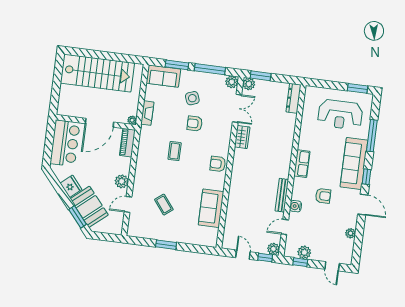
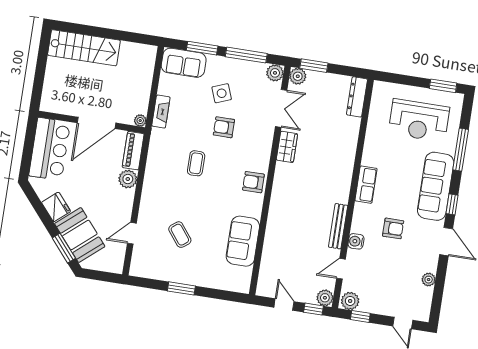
stairs: (97, 73) -> (84, 48), width x0.73, depth x0.66
plant: (122, 181) -> (128, 179), moved
plant: (304, 252) -> (350, 301), moved

